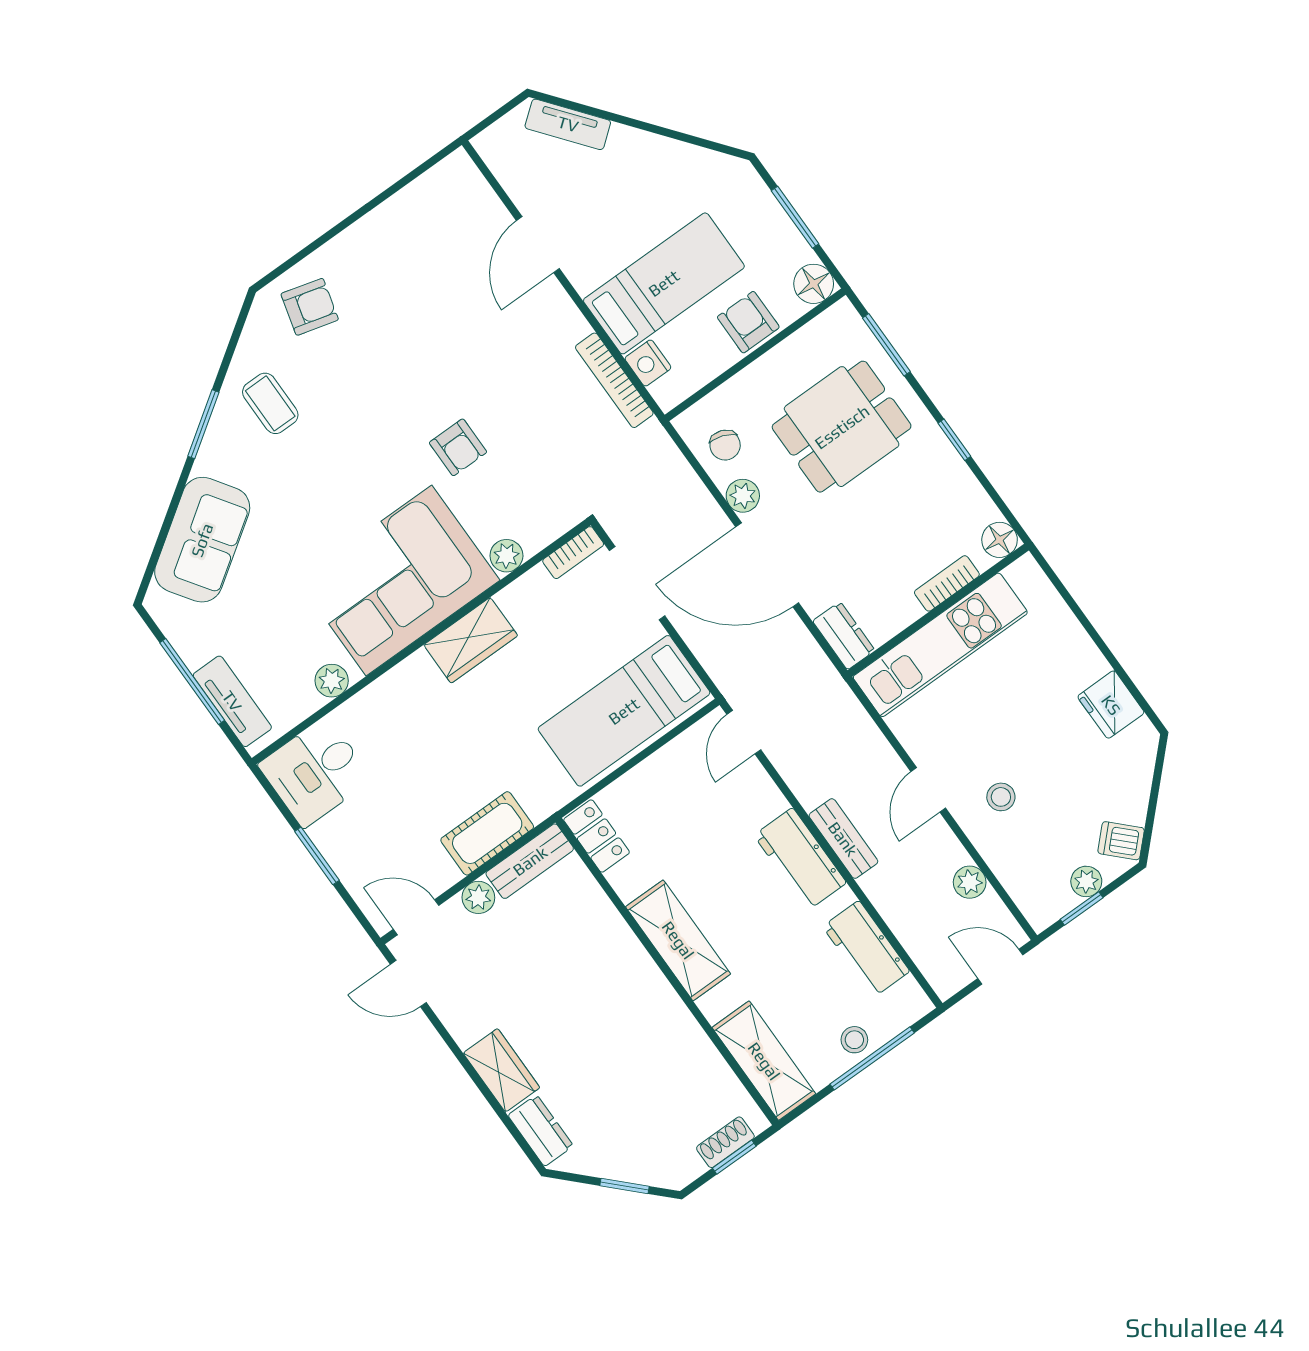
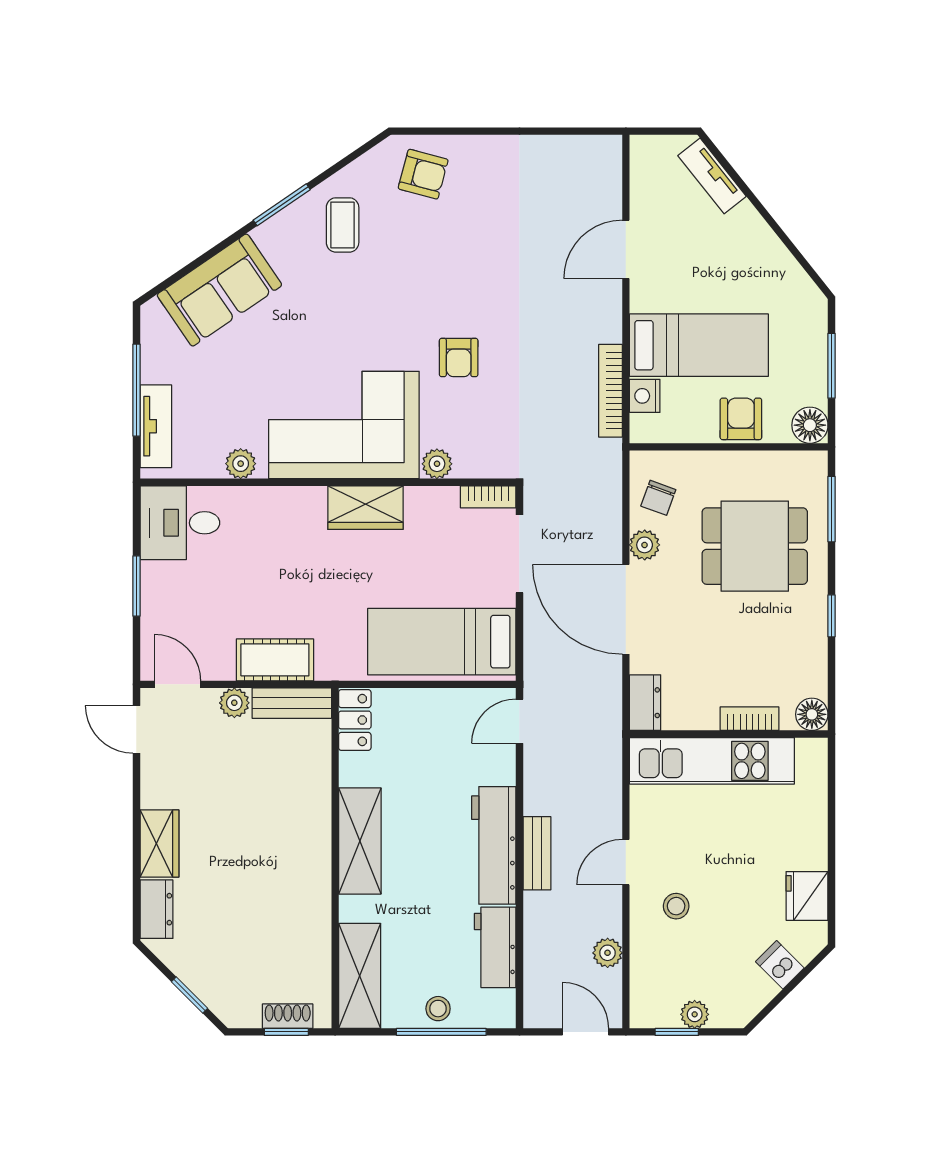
dishwasher: (1121, 841) -> (780, 965), moved
workbench: (800, 859) -> (494, 845), width x1.37

